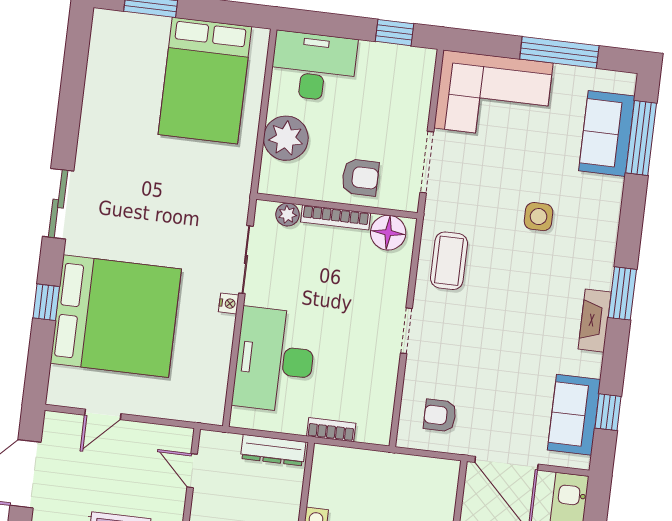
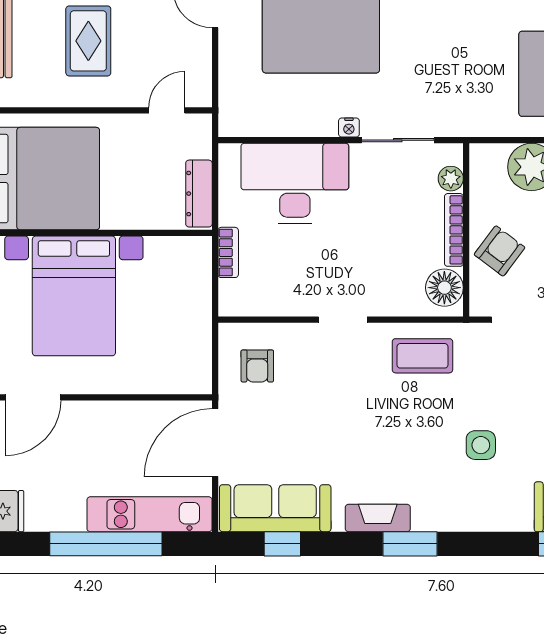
armchair: (360, 177) -> (500, 251), turned -143
armchair: (440, 415) -> (257, 366), turned 180
sofa: (574, 415) -> (275, 508), width x1.36

